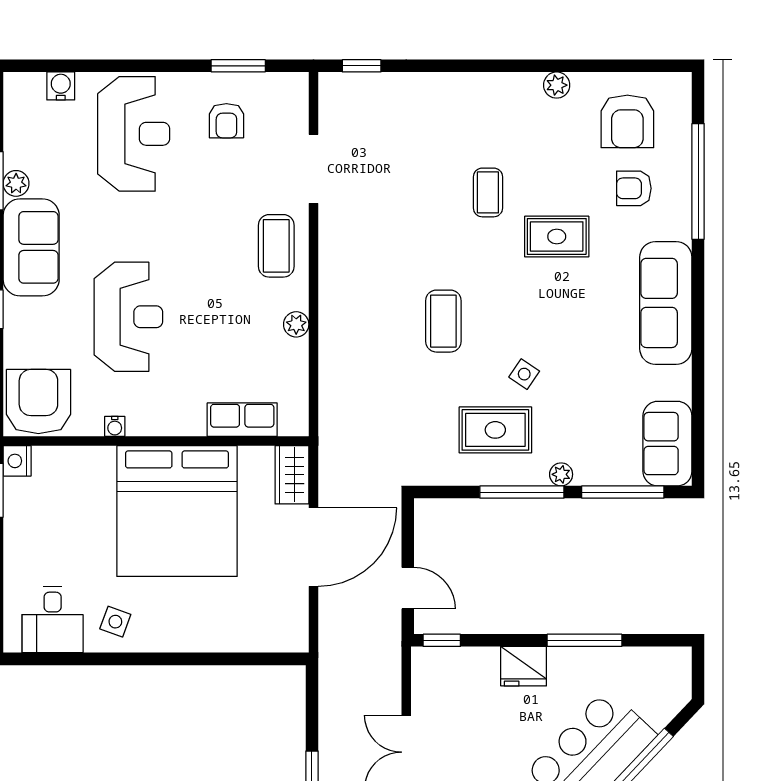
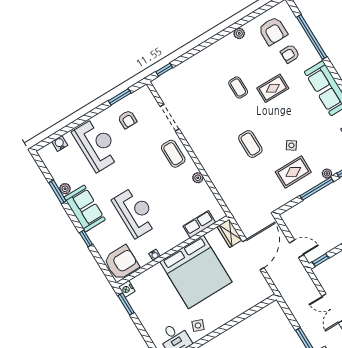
armchair: (38, 402) -> (121, 263), turned 90

